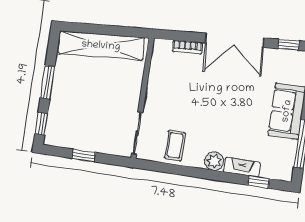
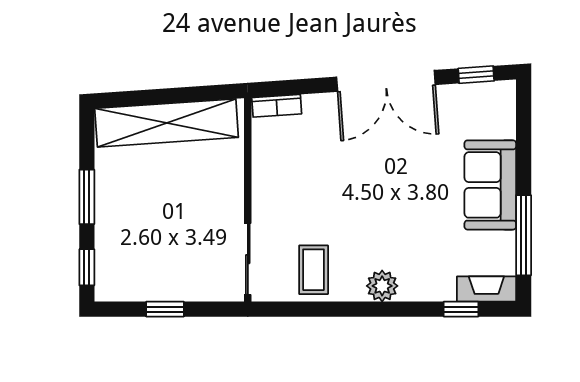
bookcase: (188, 47) -> (277, 106), moved
fireplace: (242, 167) -> (486, 289), moved

